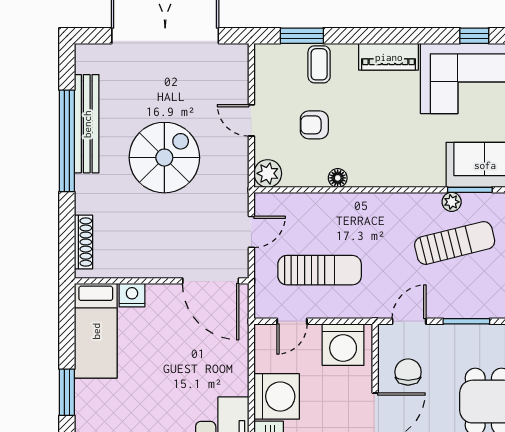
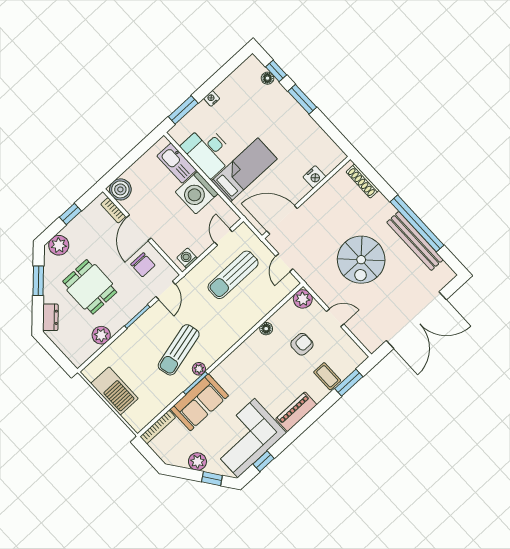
bed: (96, 331) -> (244, 170), moved, turned 90
washing machine: (343, 345) -> (187, 258), width x0.53, depth x0.53

